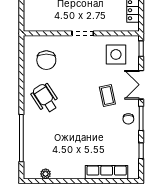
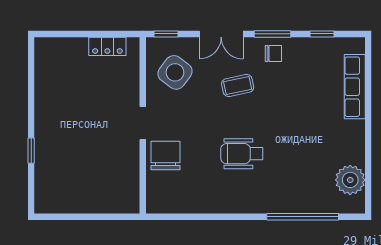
side table: (116, 54) -> (175, 72), turned 37
chair: (46, 60) -> (166, 156), moved, turned -90
wheelchair: (45, 98) -> (242, 154), moved, turned 33
plant: (46, 174) -> (350, 180), width x1.88, depth x1.88

